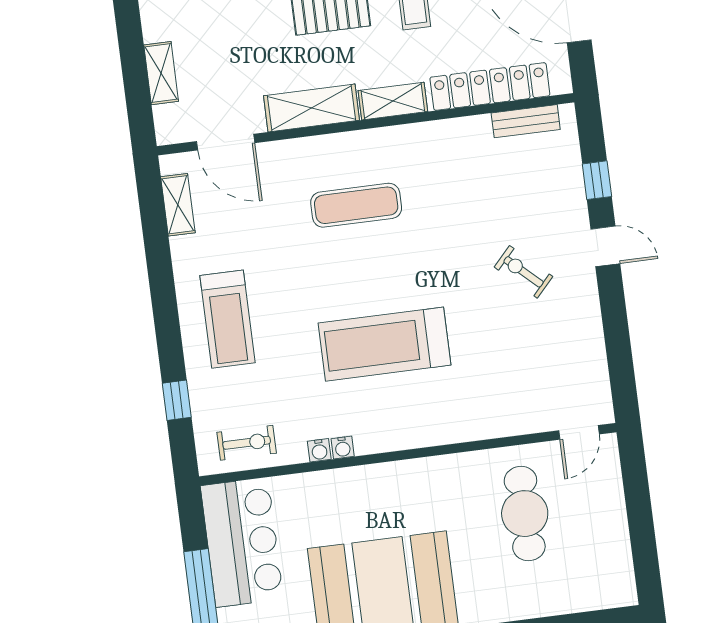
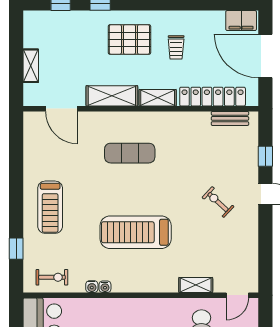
shelving: (178, 205) -> (196, 285), moved, turned 90

